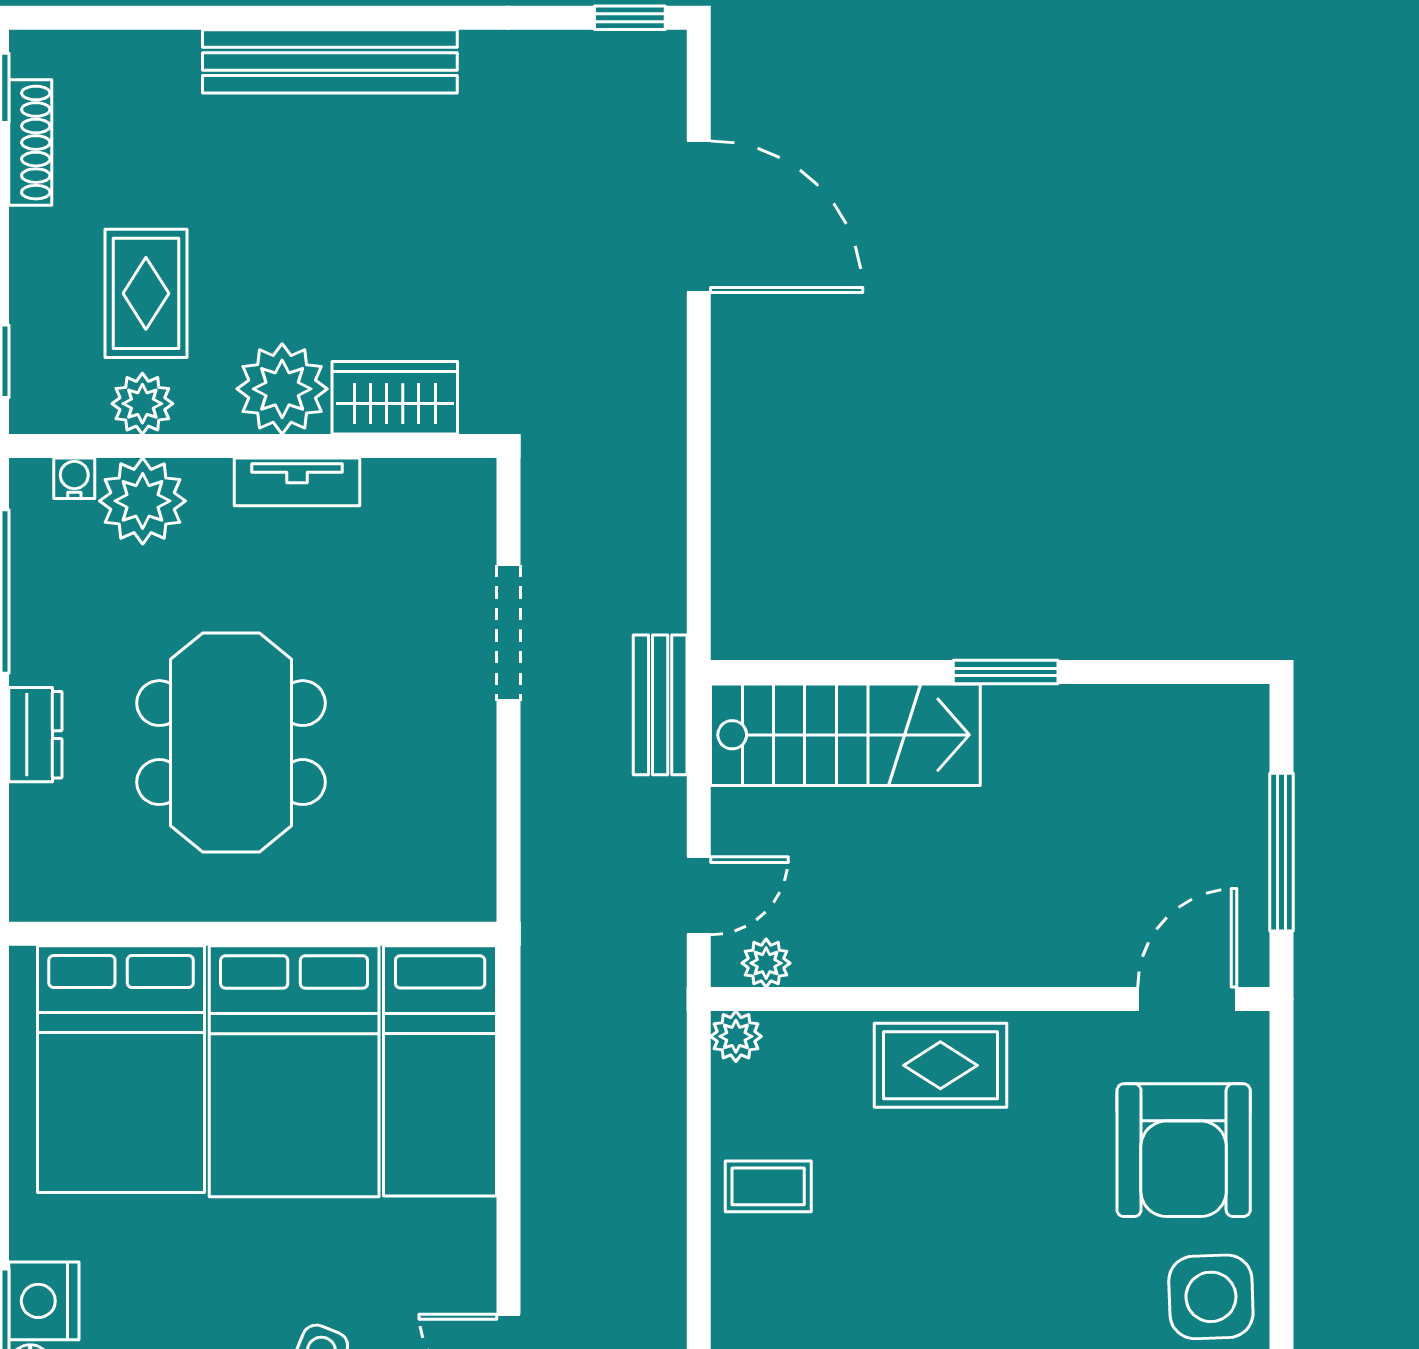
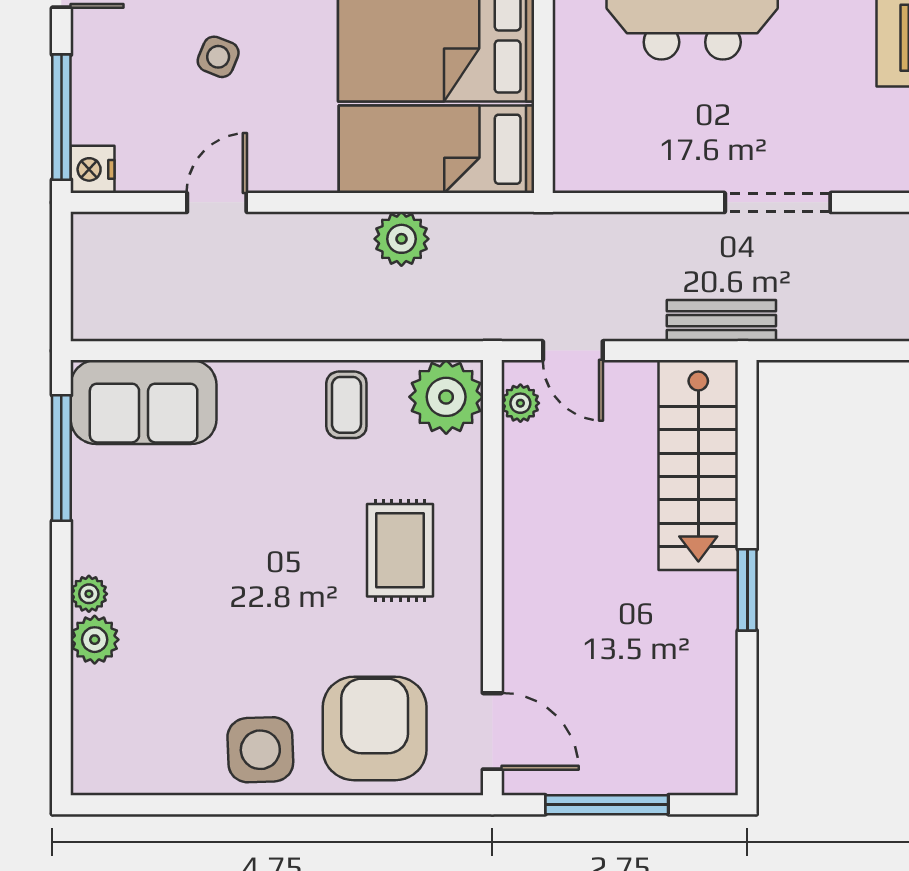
plant: (736, 1036) -> (446, 397), width x1.87, depth x1.87
rug: (940, 1065) -> (400, 550), moved
plant: (555, 1116) -> (401, 239), added
armchair: (1184, 1150) -> (375, 728), turned 90

